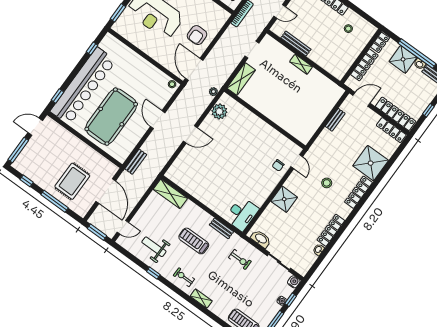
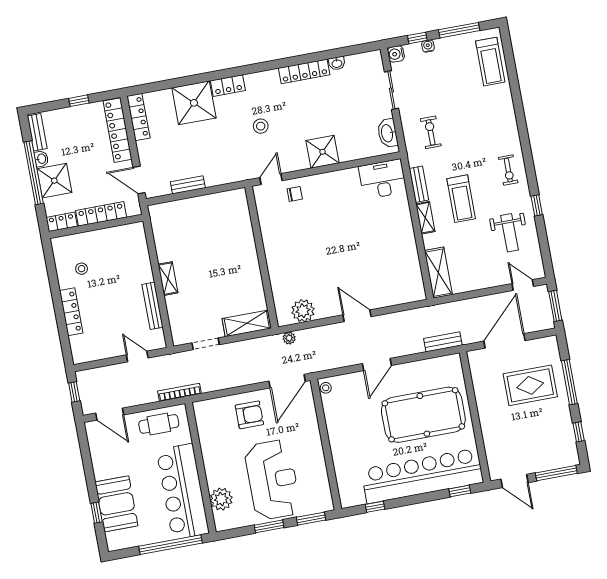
locker: (358, 192) -> (228, 86), width x0.66
shelving: (201, 299) -> (425, 218), moved

